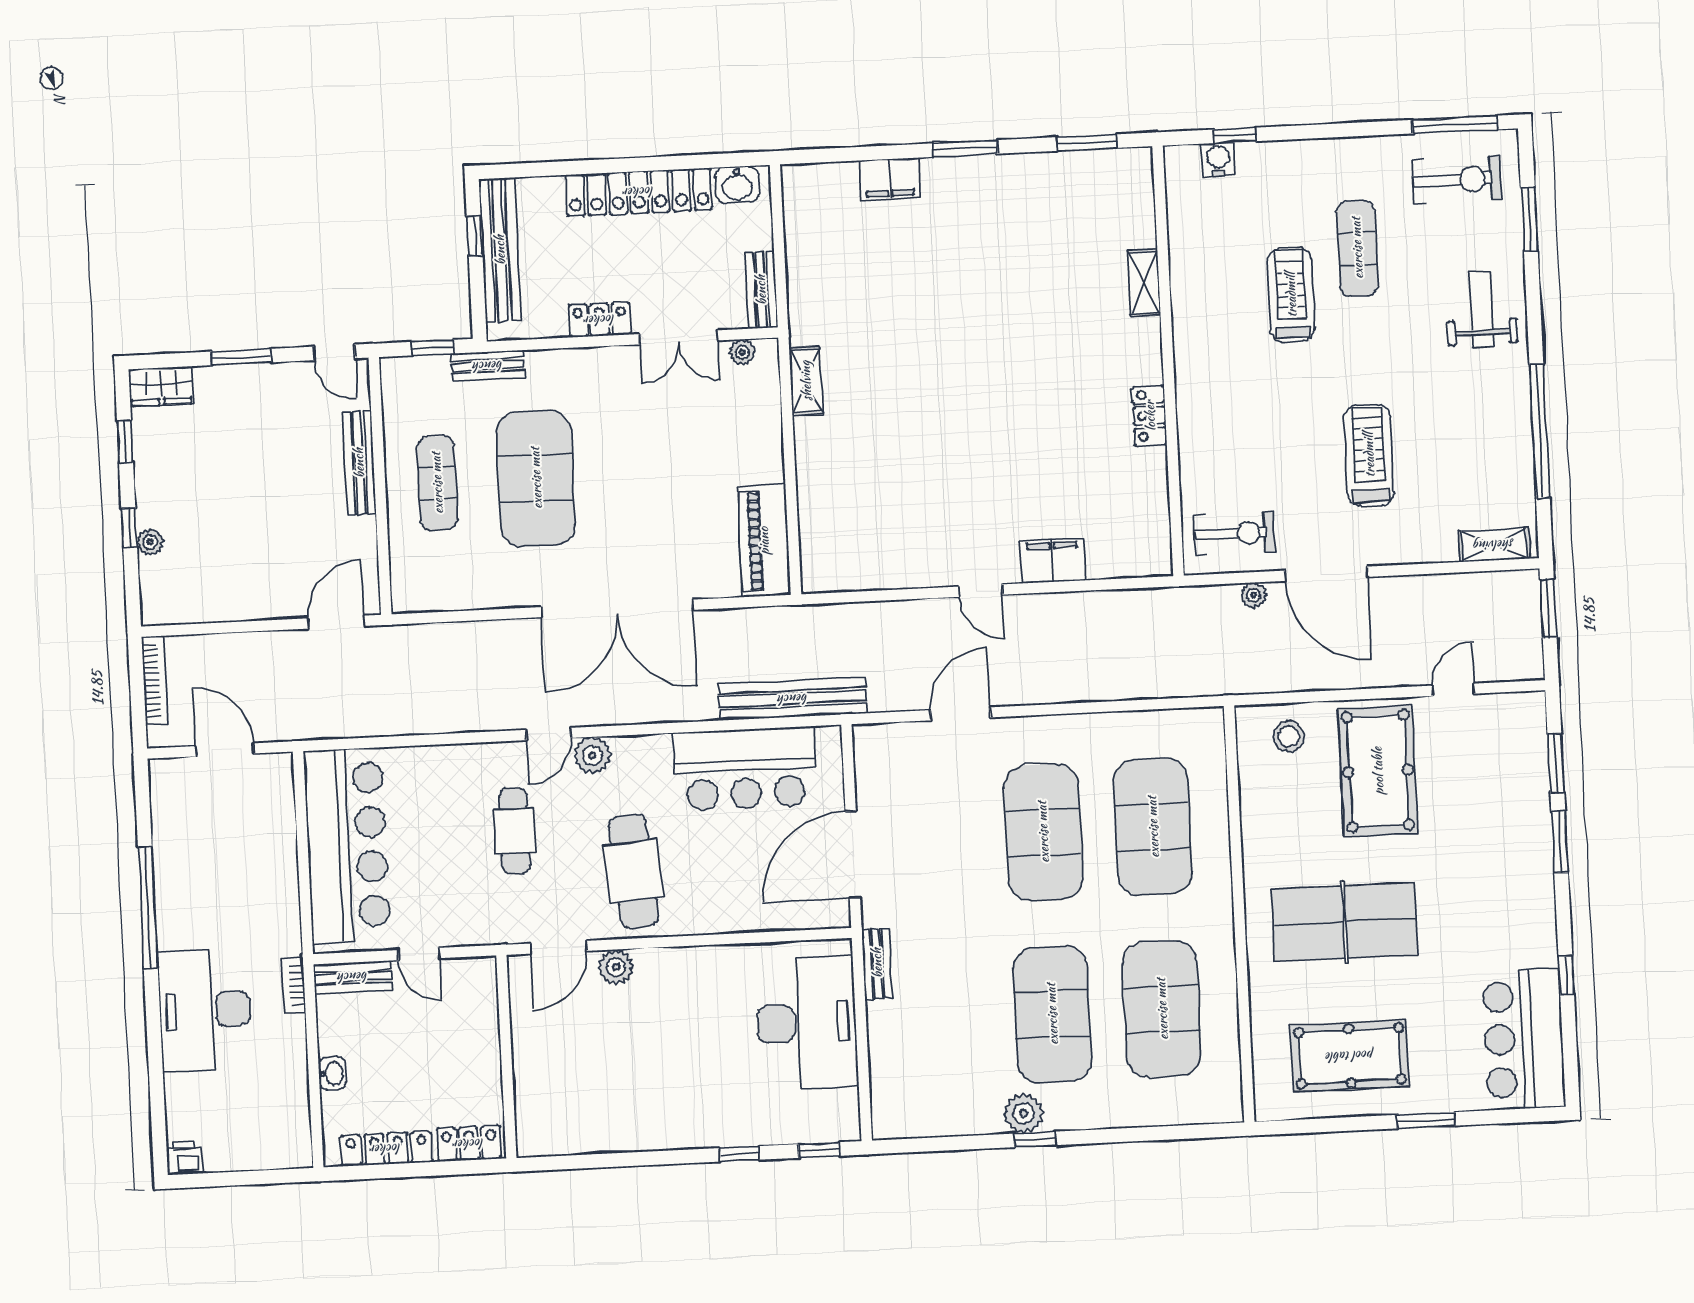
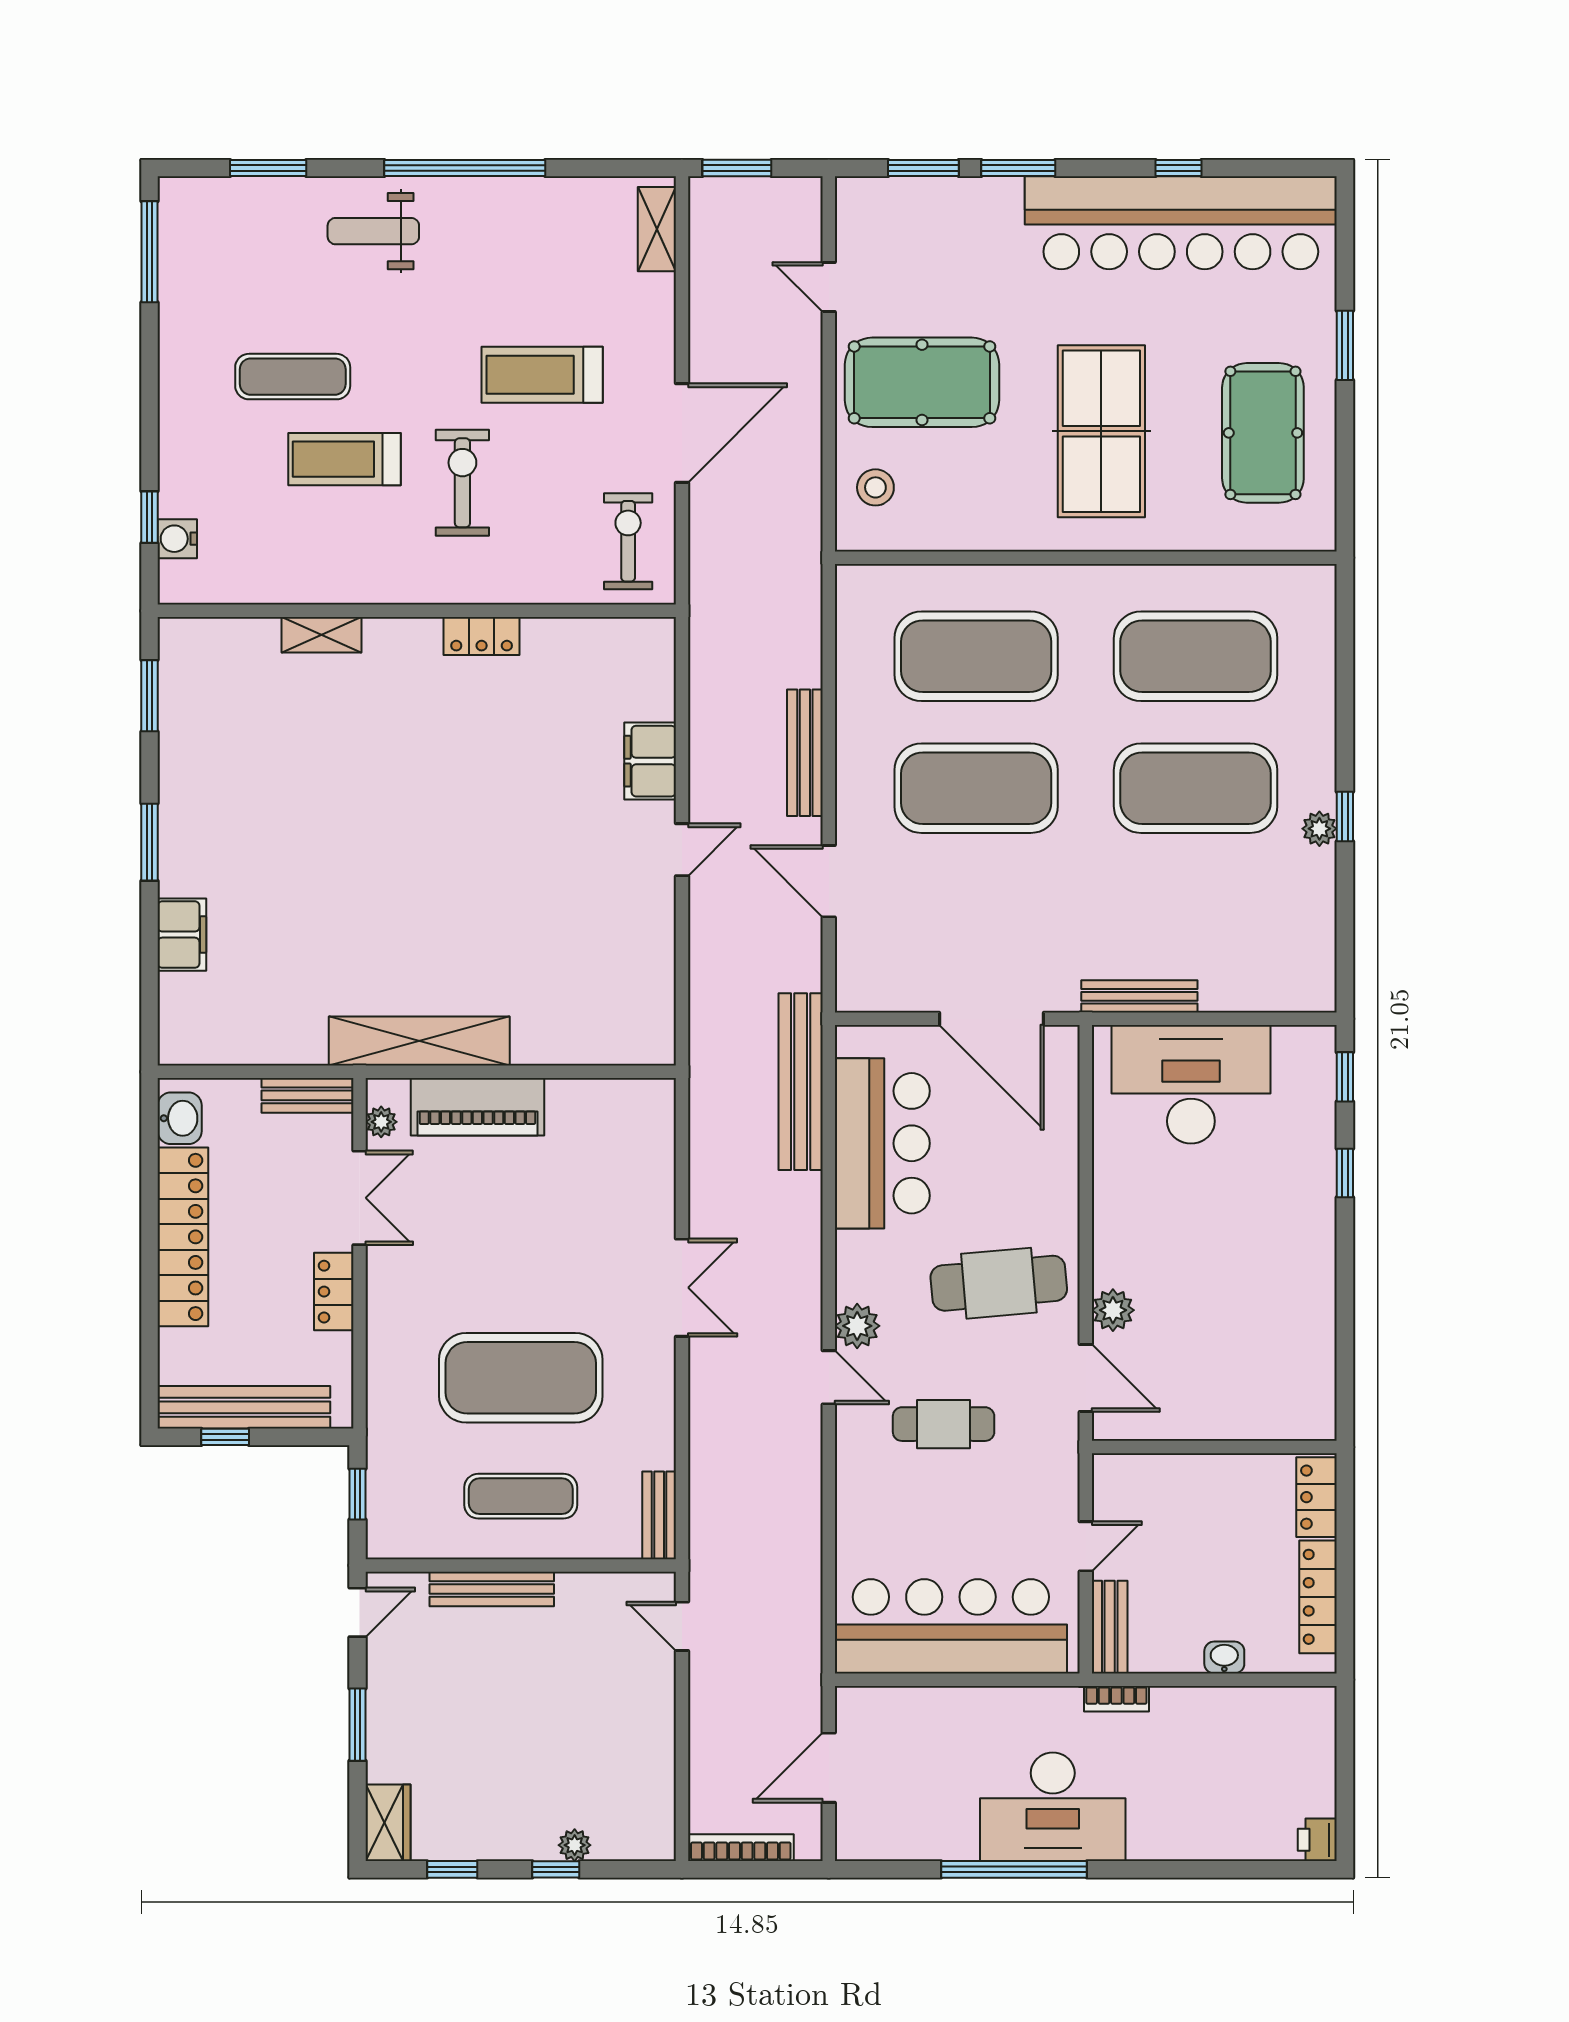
exercise bike: (1457, 180) -> (462, 483), moved
bench: (488, 366) -> (659, 1515), moved
shelving: (806, 381) -> (419, 1041), width x2.20, depth x1.33
window: (1540, 431) -> (465, 168), moved
piano: (764, 541) -> (477, 1107), moved
plant: (1253, 595) -> (703, 522), removed
double door: (617, 608) -> (682, 1288), width x0.54
door: (336, 622) -> (682, 1626), width x0.73
bench: (1066, 689) -> (805, 753), added
bench: (877, 963) -> (1139, 996), width x1.36
desk: (205, 1010) -> (1053, 1807), moved
bar counter: (1524, 1039) -> (1181, 223), width x1.86
plant: (1023, 1113) -> (1319, 829), width x0.73, depth x0.73

